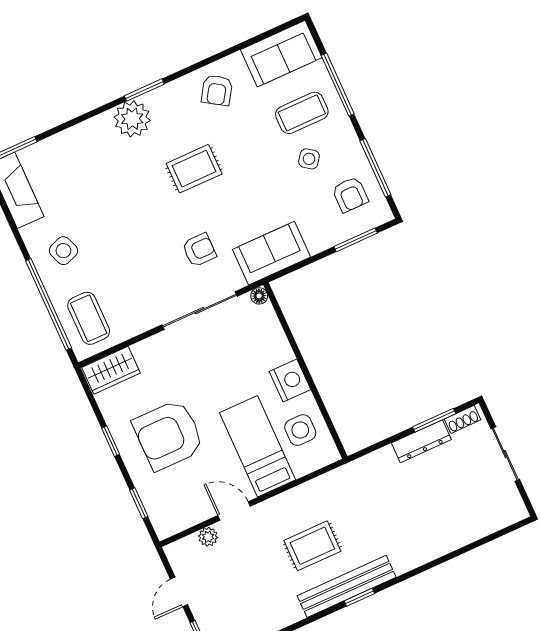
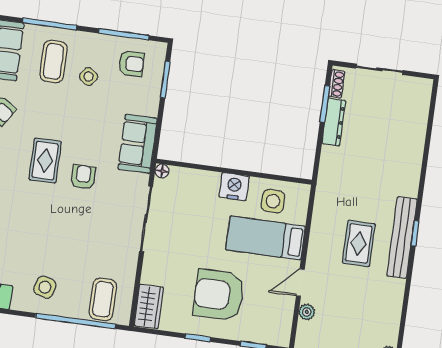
armchair: (199, 250) -> (83, 177), moved
side table: (63, 251) -> (45, 287), turned 36
coffee table: (89, 318) -> (103, 299), turned 90
armchair: (168, 435) -> (219, 295), turned 90

